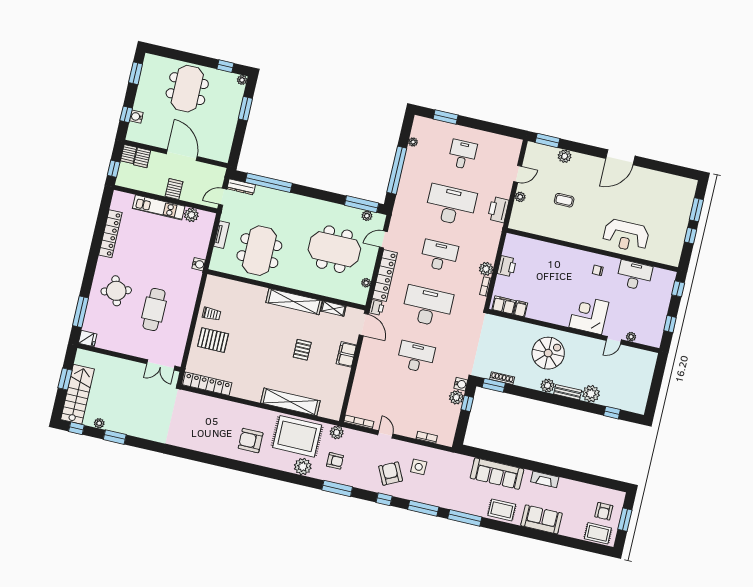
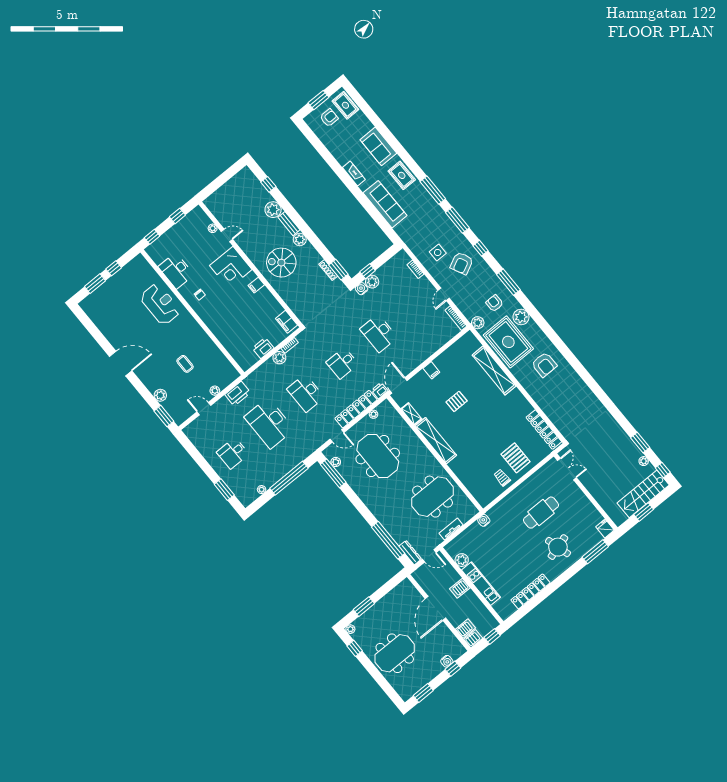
desk: (428, 306) -> (342, 363), width x0.53, depth x0.77
filing cabinet: (521, 309) -> (256, 285), moved
filing cabinet: (346, 354) -> (431, 370), width x0.50

